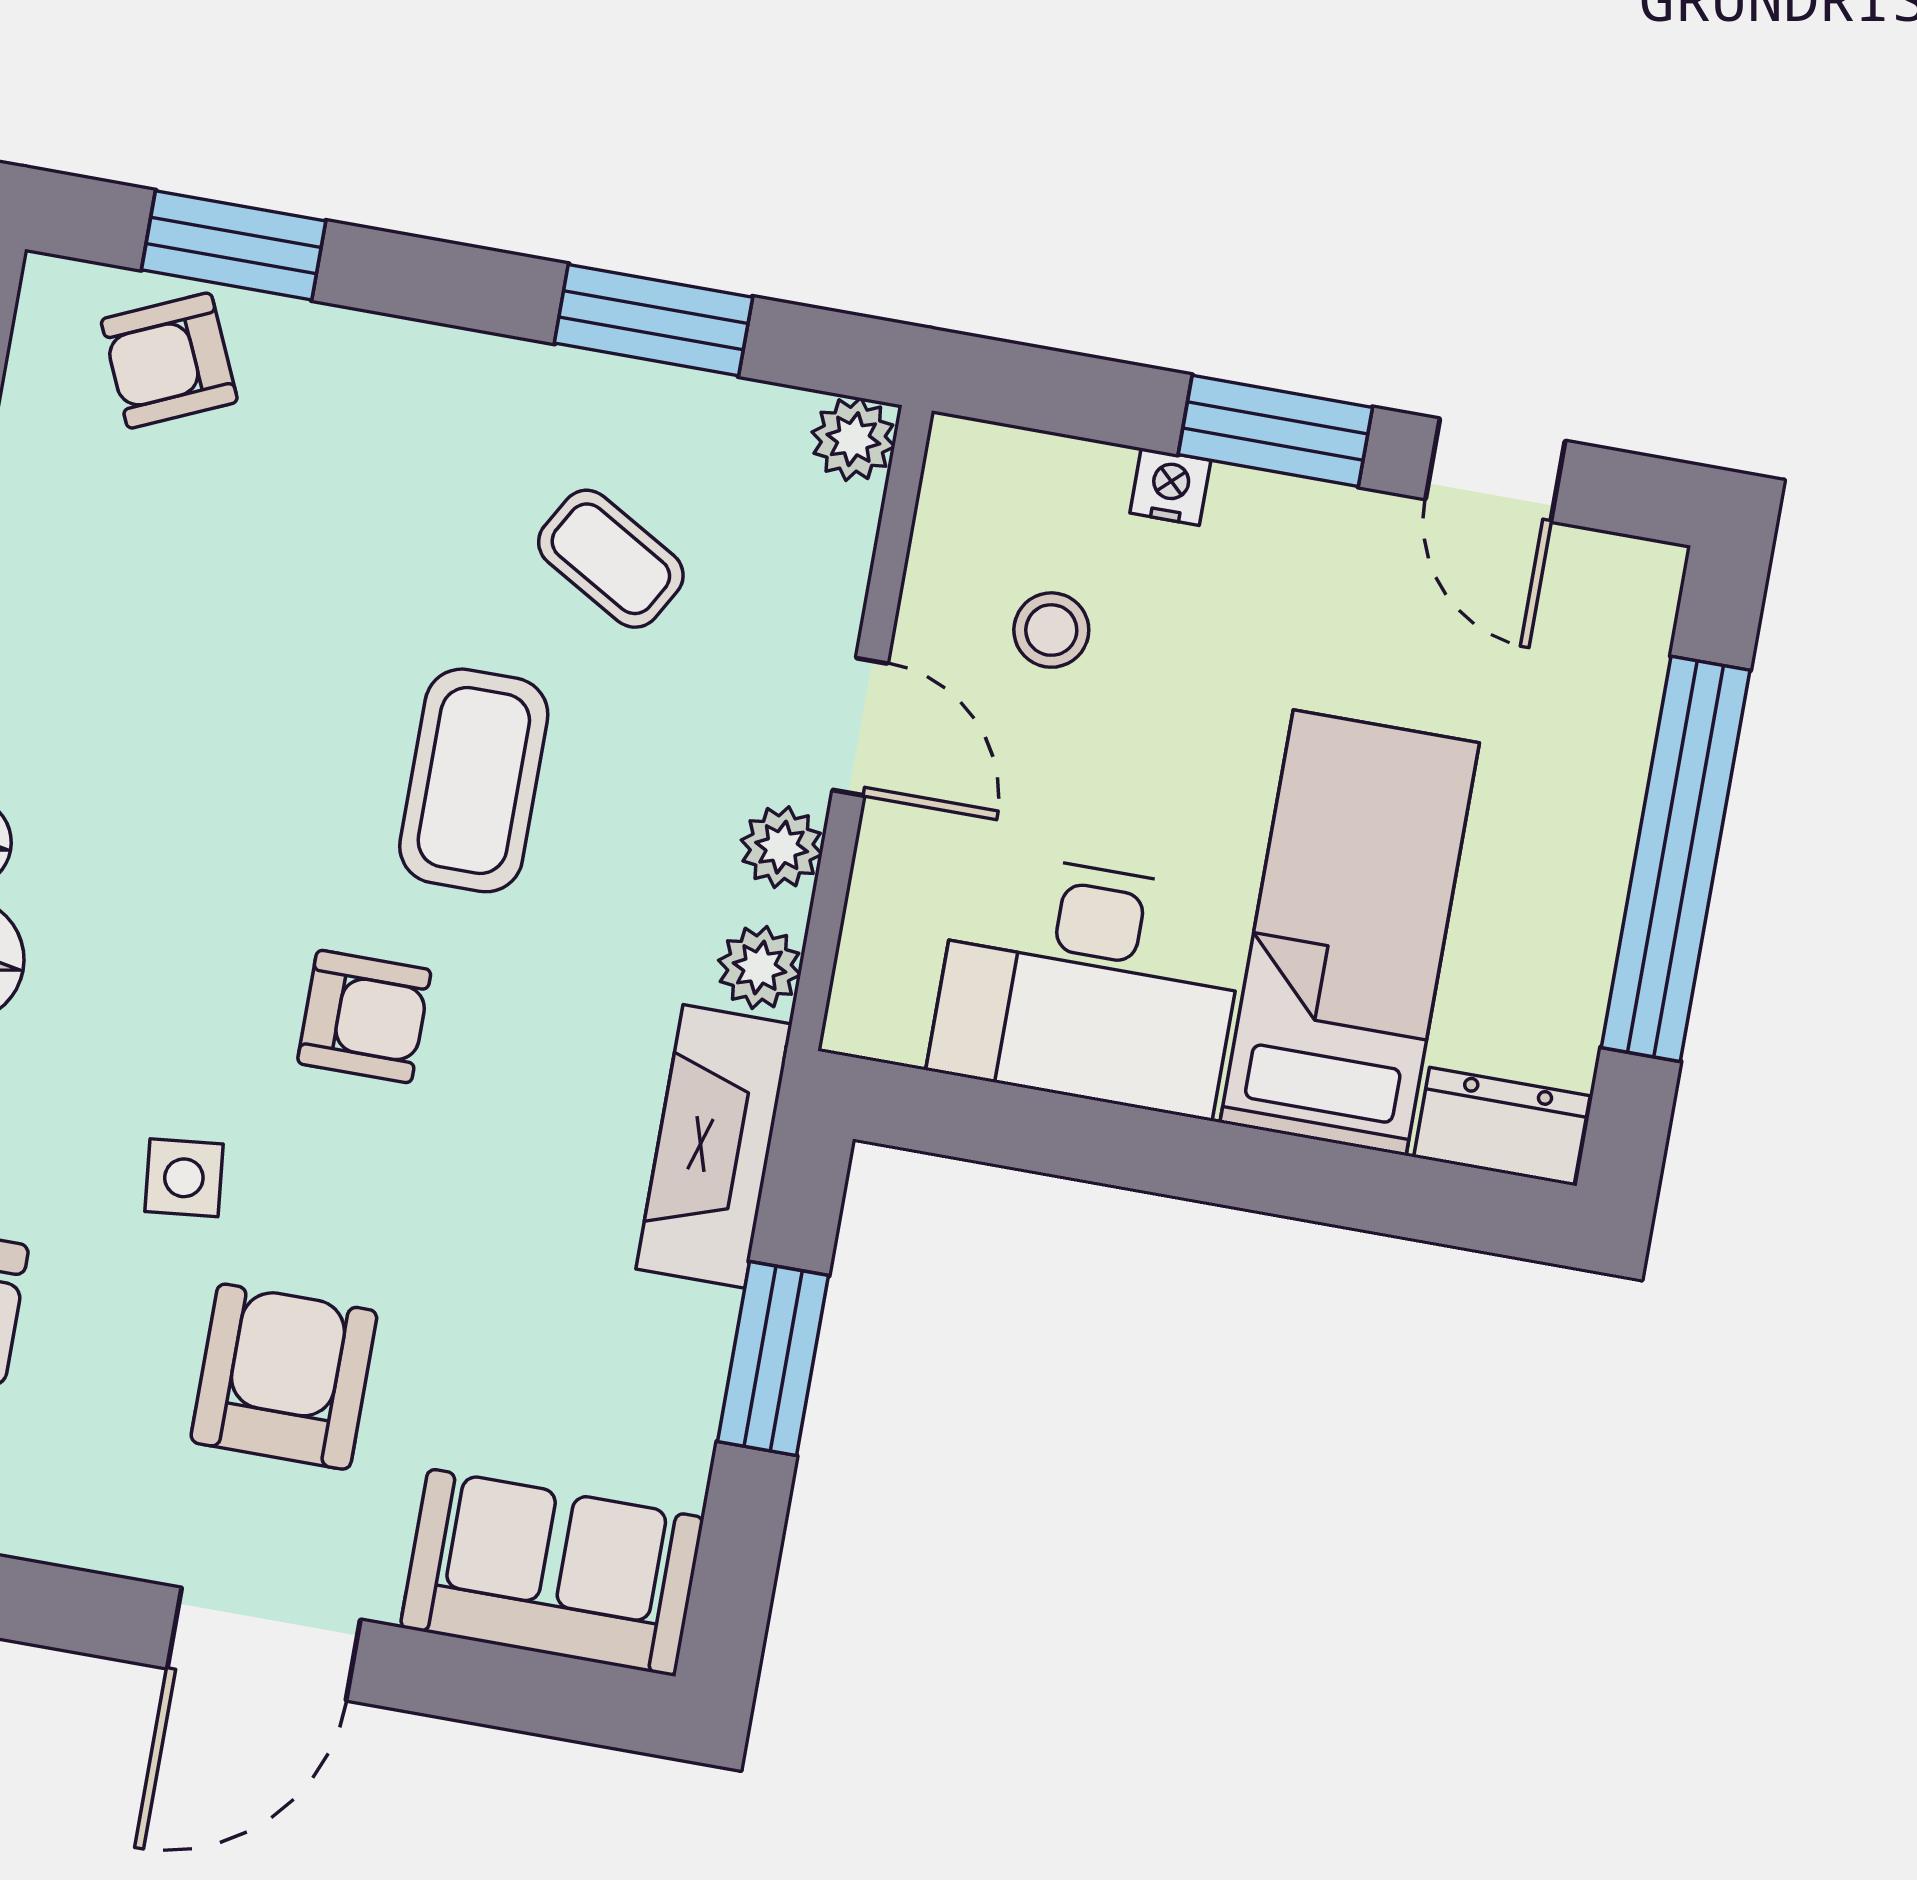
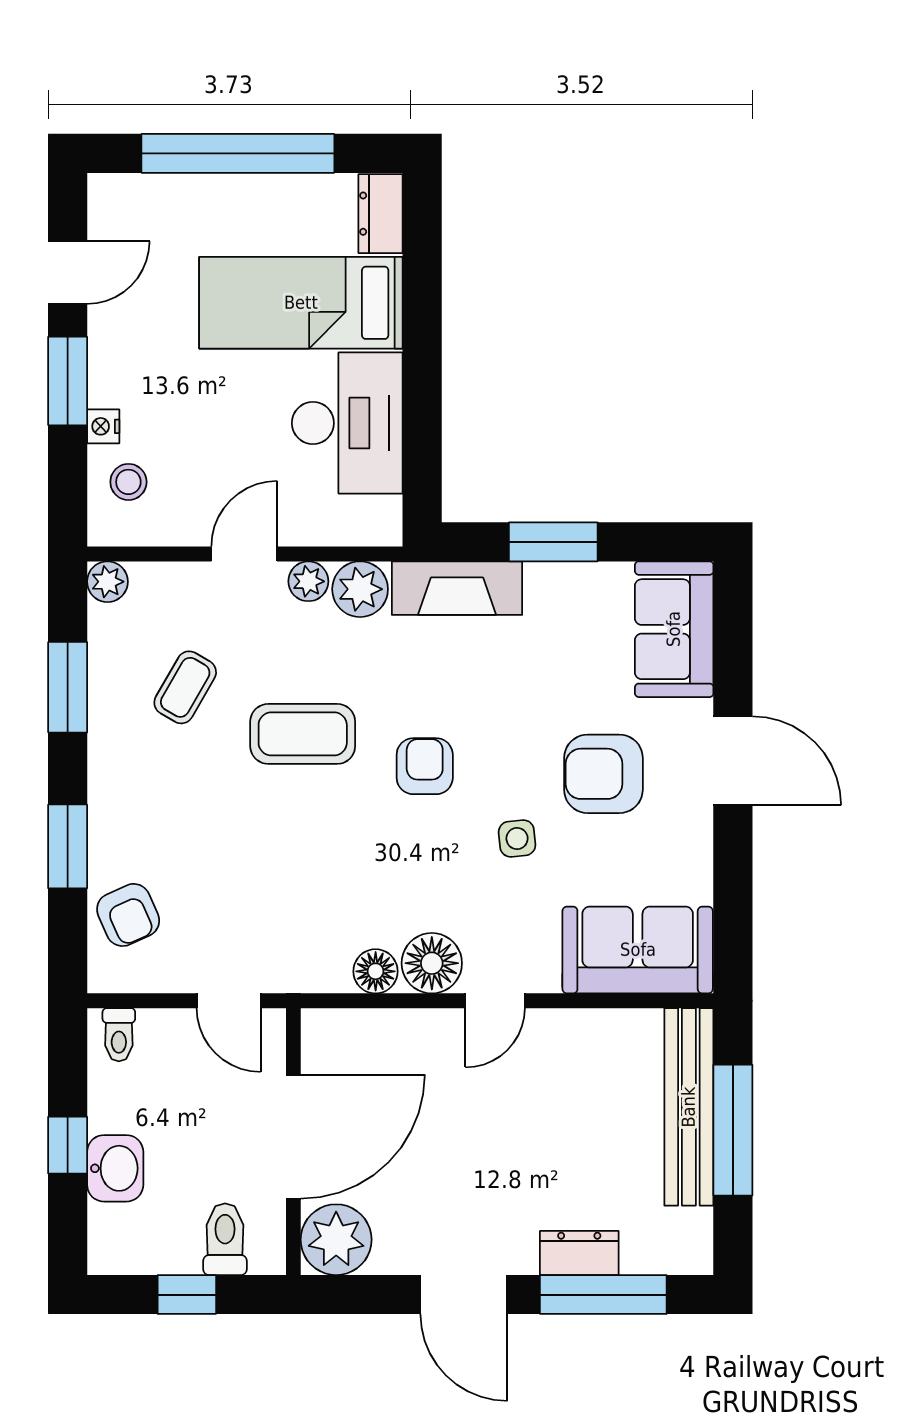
window: (234, 245) -> (68, 846), moved
stool: (1051, 630) -> (128, 482), moved
plant: (760, 967) -> (360, 589), width x1.38, depth x1.38

